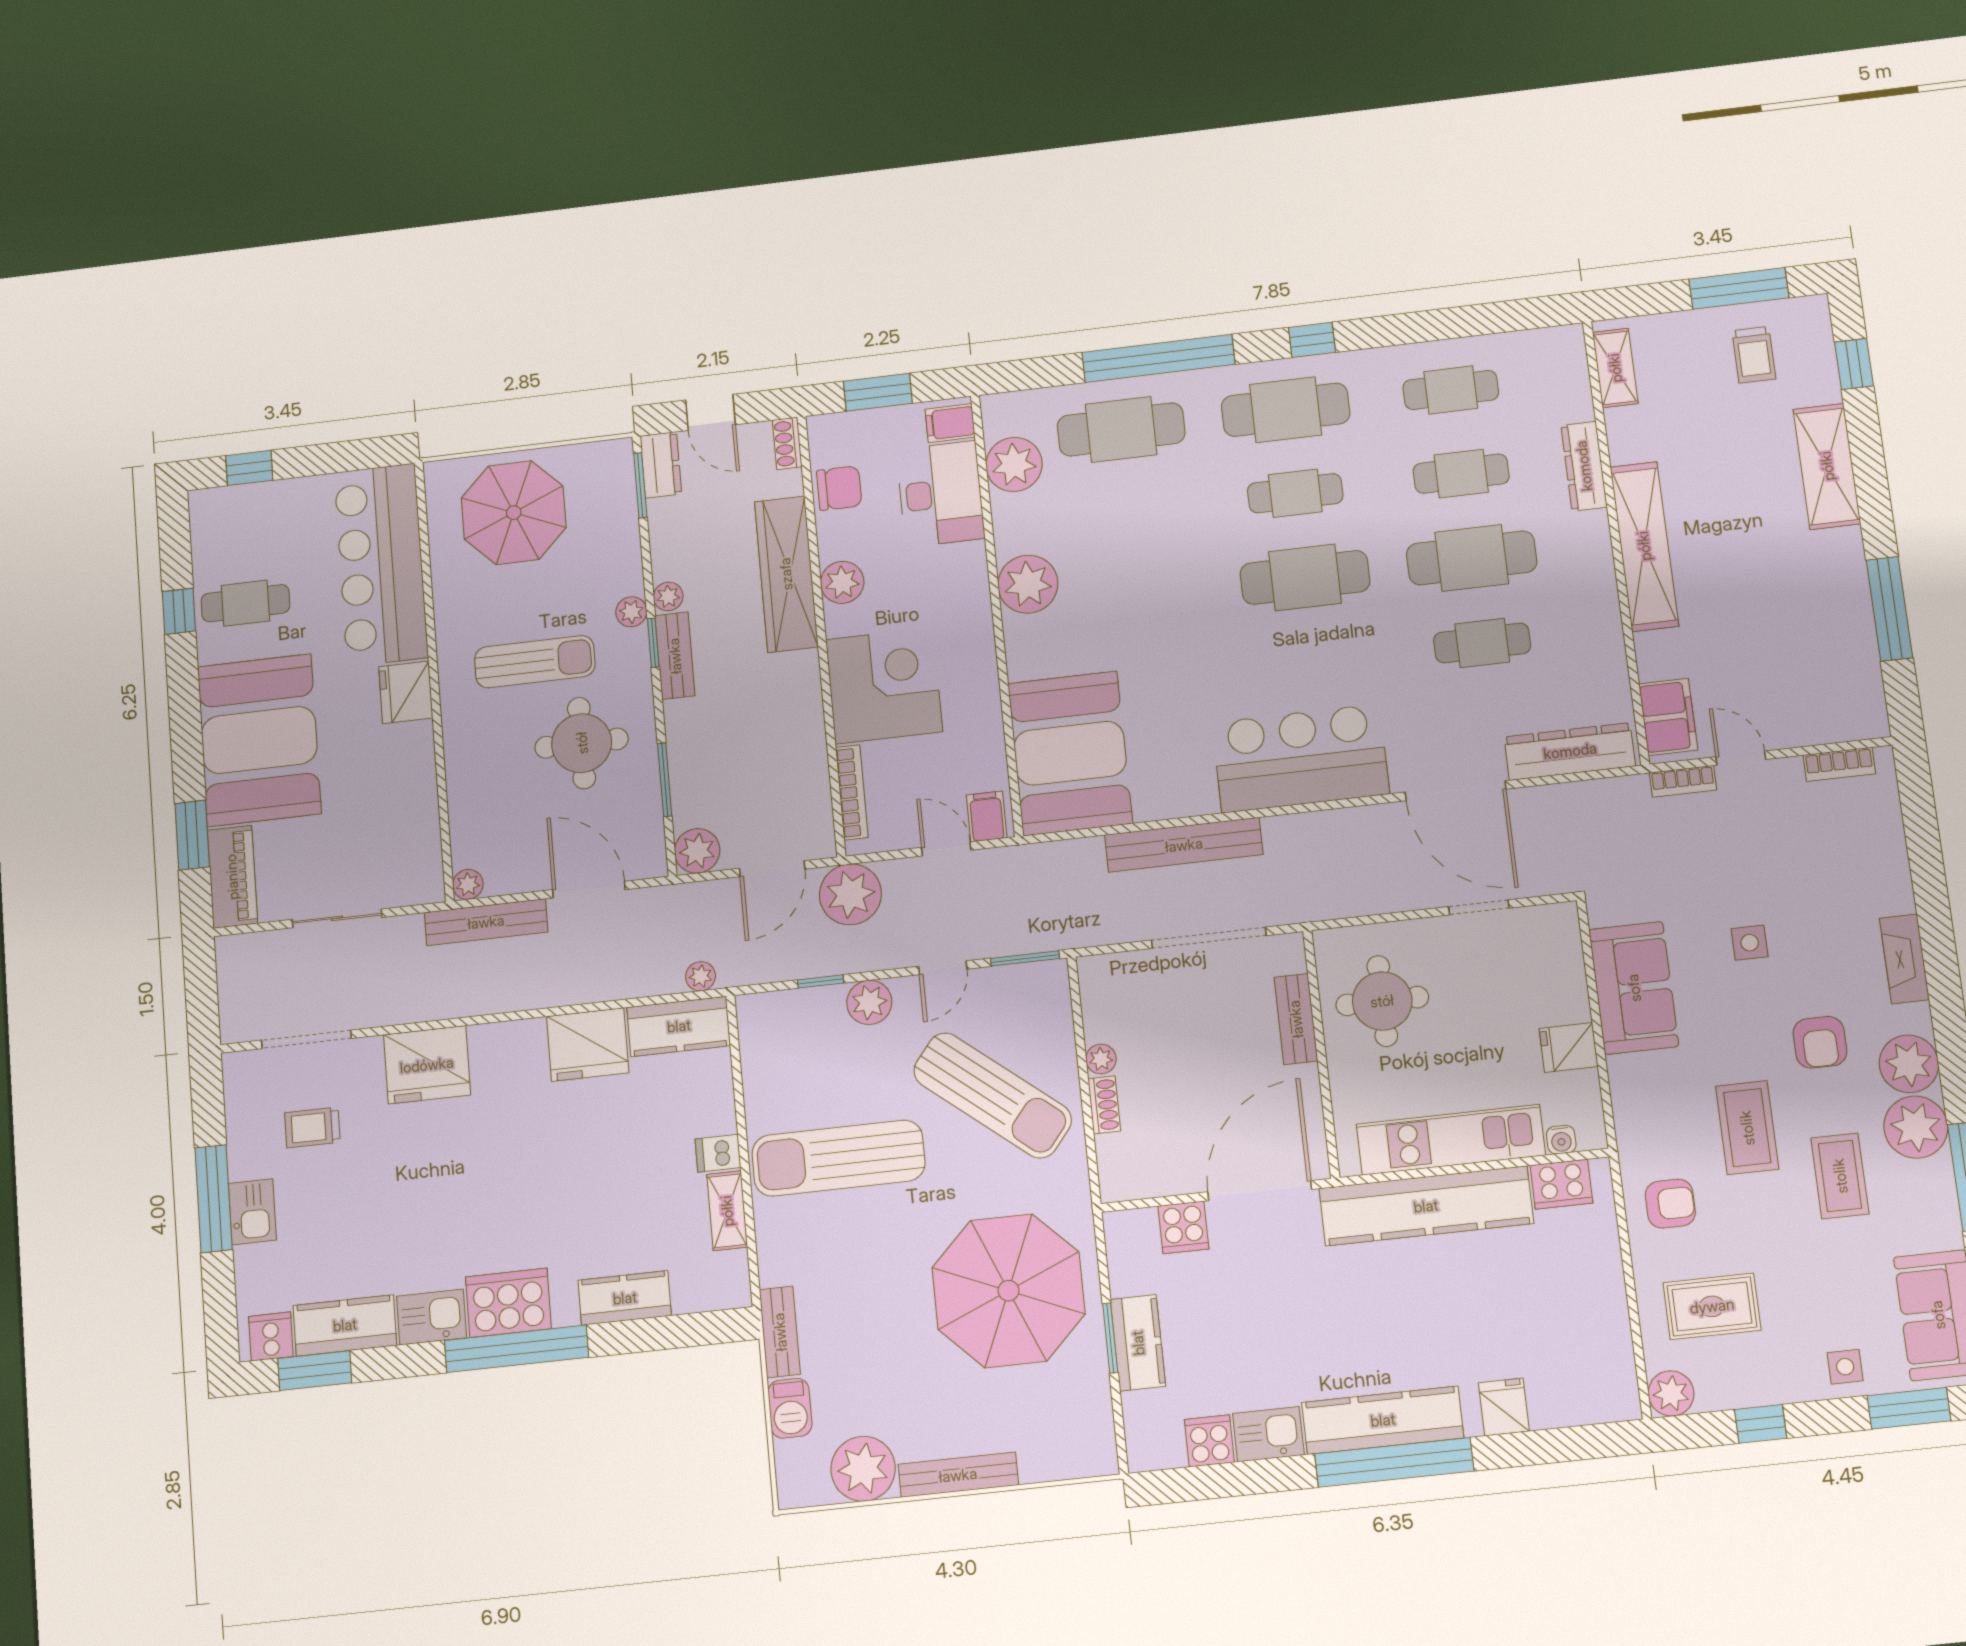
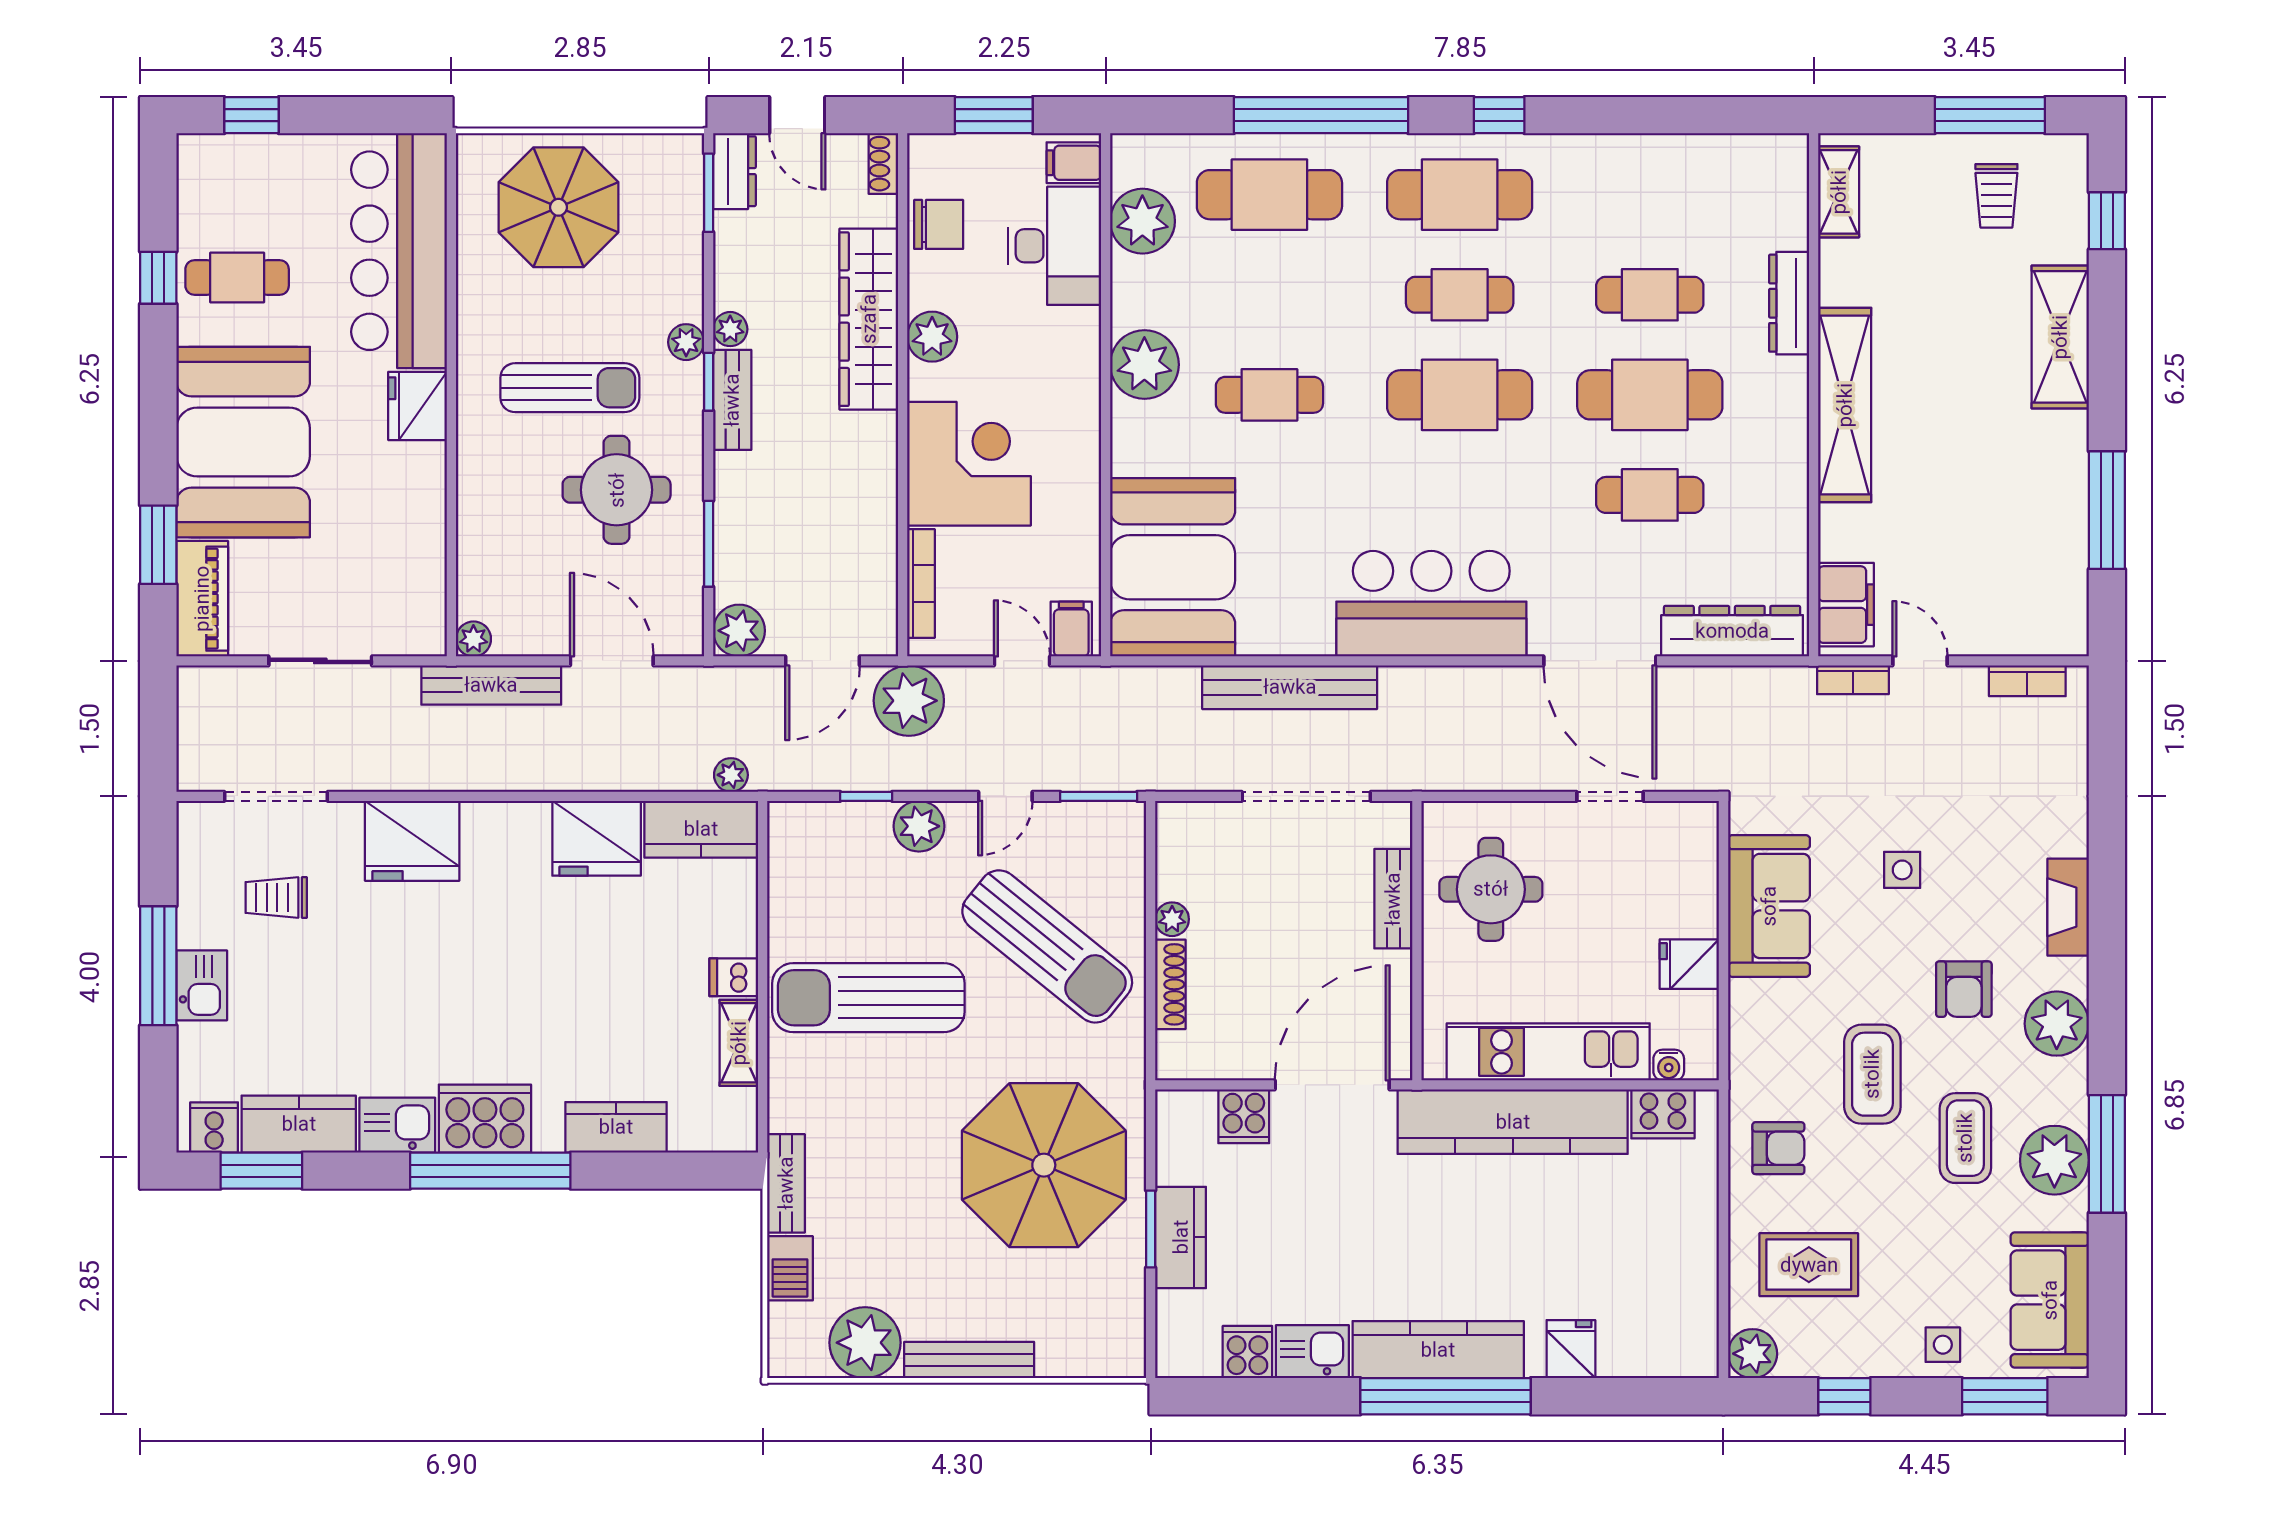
cafe table: (1451, 390) -> (1269, 395), moved
shoe rack: (1104, 1105) -> (1170, 984), width x1.43
plant: (1916, 1127) -> (2054, 1160), moved

